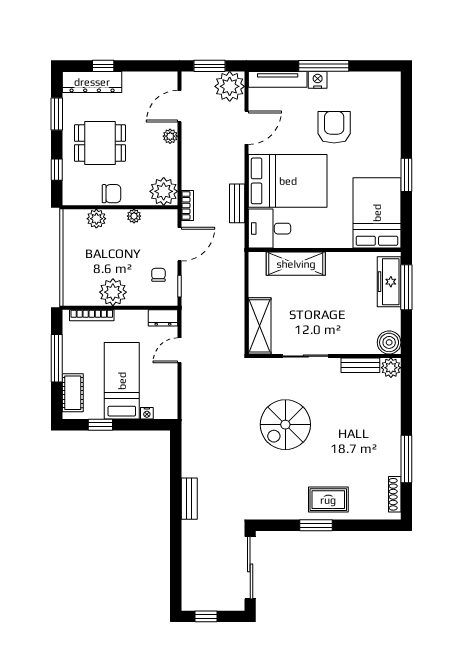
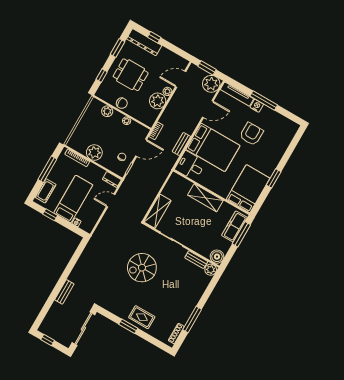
plant: (164, 191) -> (158, 101), moved
shelving: (296, 264) -> (205, 198), moved
bench: (189, 499) -> (64, 292), moved

